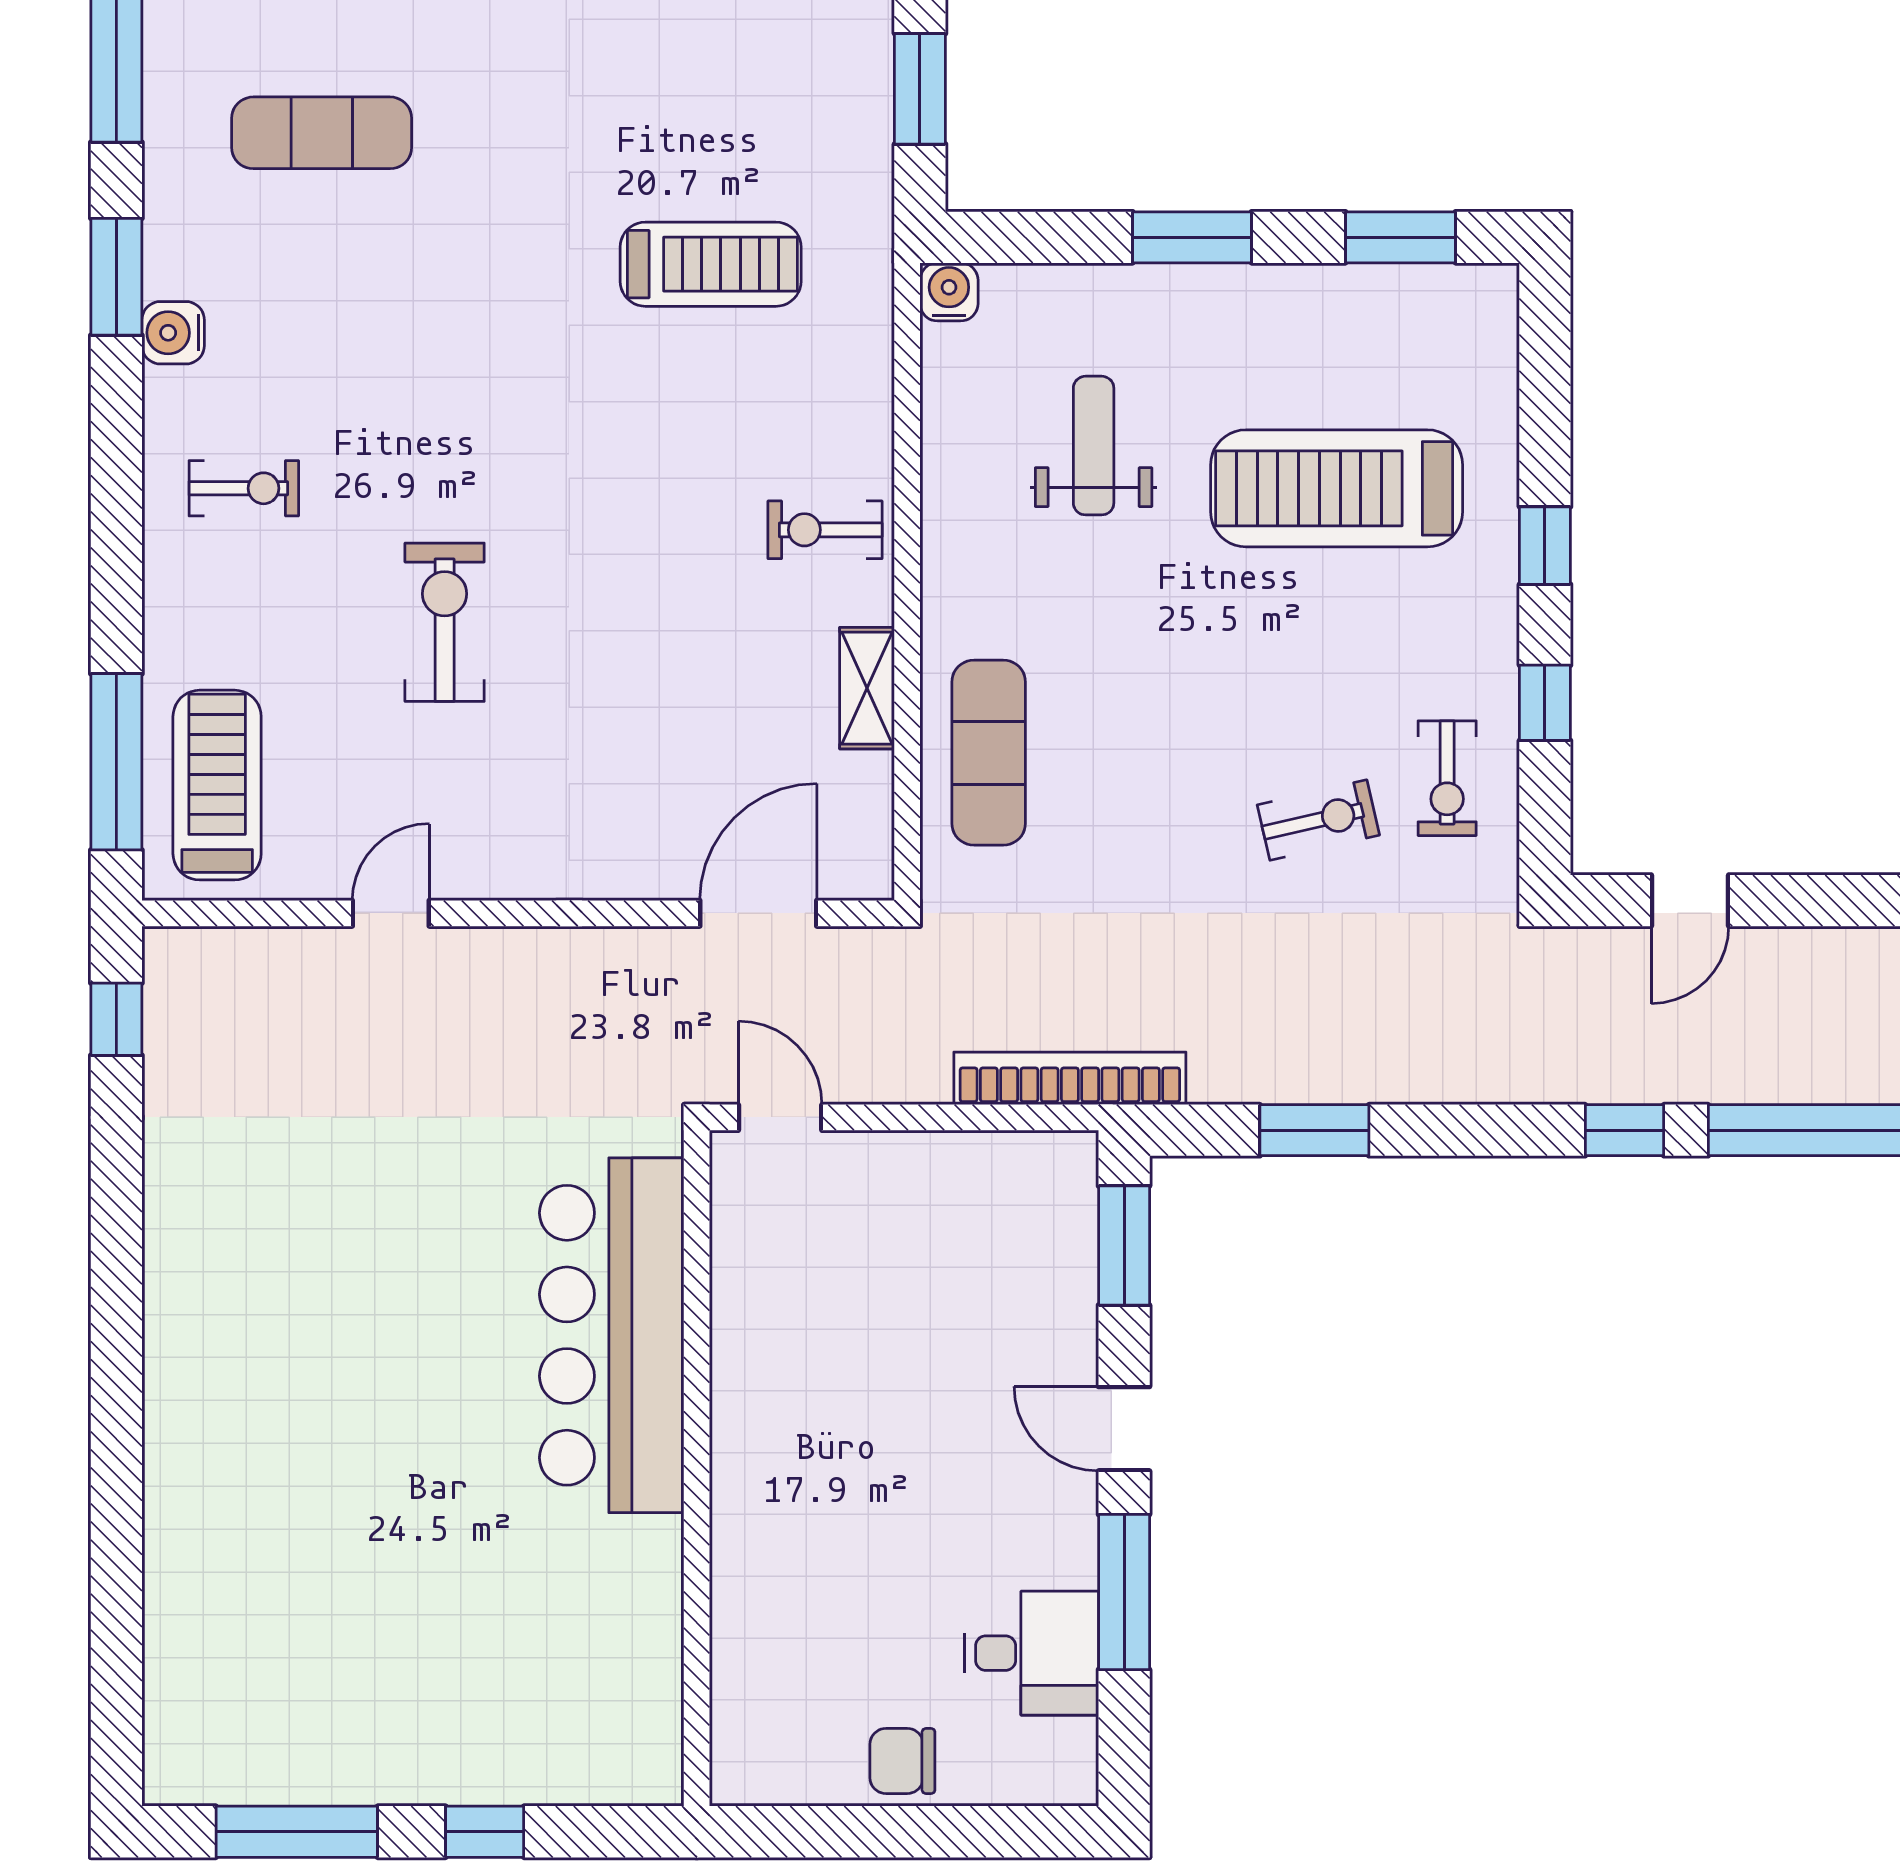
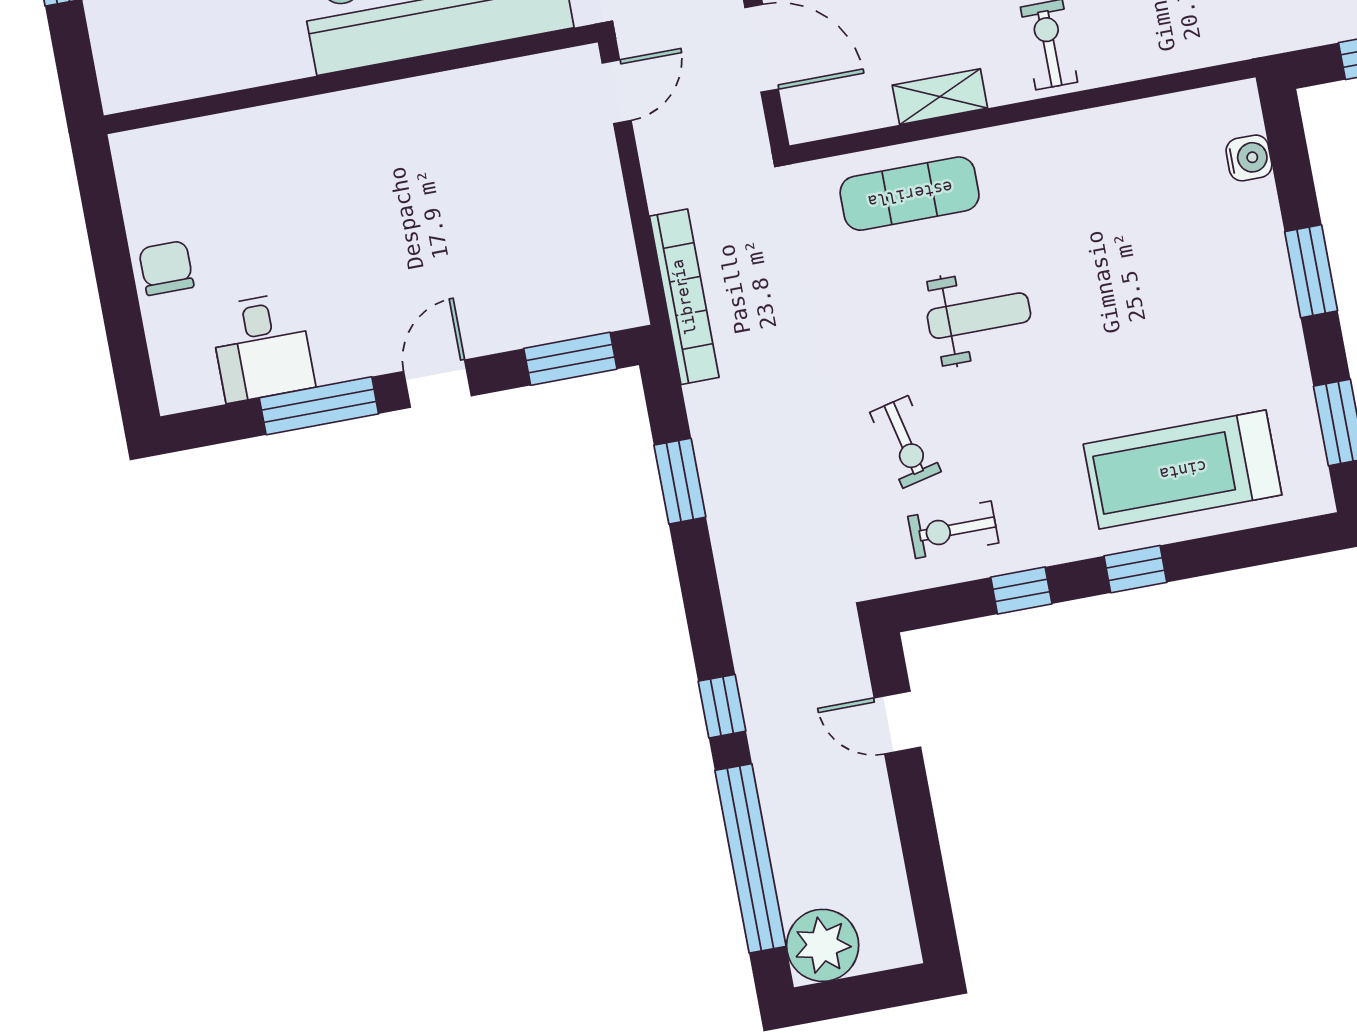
water cooler: (949, 292) -> (1249, 158), moved
weight bench: (1094, 446) -> (979, 316), moved
treadmill: (1337, 488) -> (1183, 470), moved, turned -90

